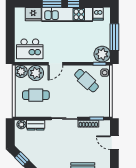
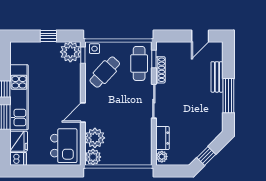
dishwasher: (98, 14) -> (18, 159), moved
window: (114, 37) -> (48, 36), width x0.46
door: (55, 64) -> (83, 112), swing flipped
cafe table: (36, 95) -> (139, 63), moved
door: (114, 143) -> (200, 36), moved

